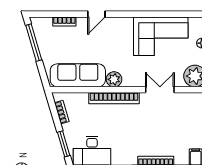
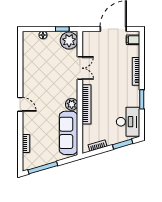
door: (96, 14) -> (20, 104), moved
corner sofa: (161, 36) -> (38, 67), removed
double door: (160, 90) -> (80, 68), swing flipped

